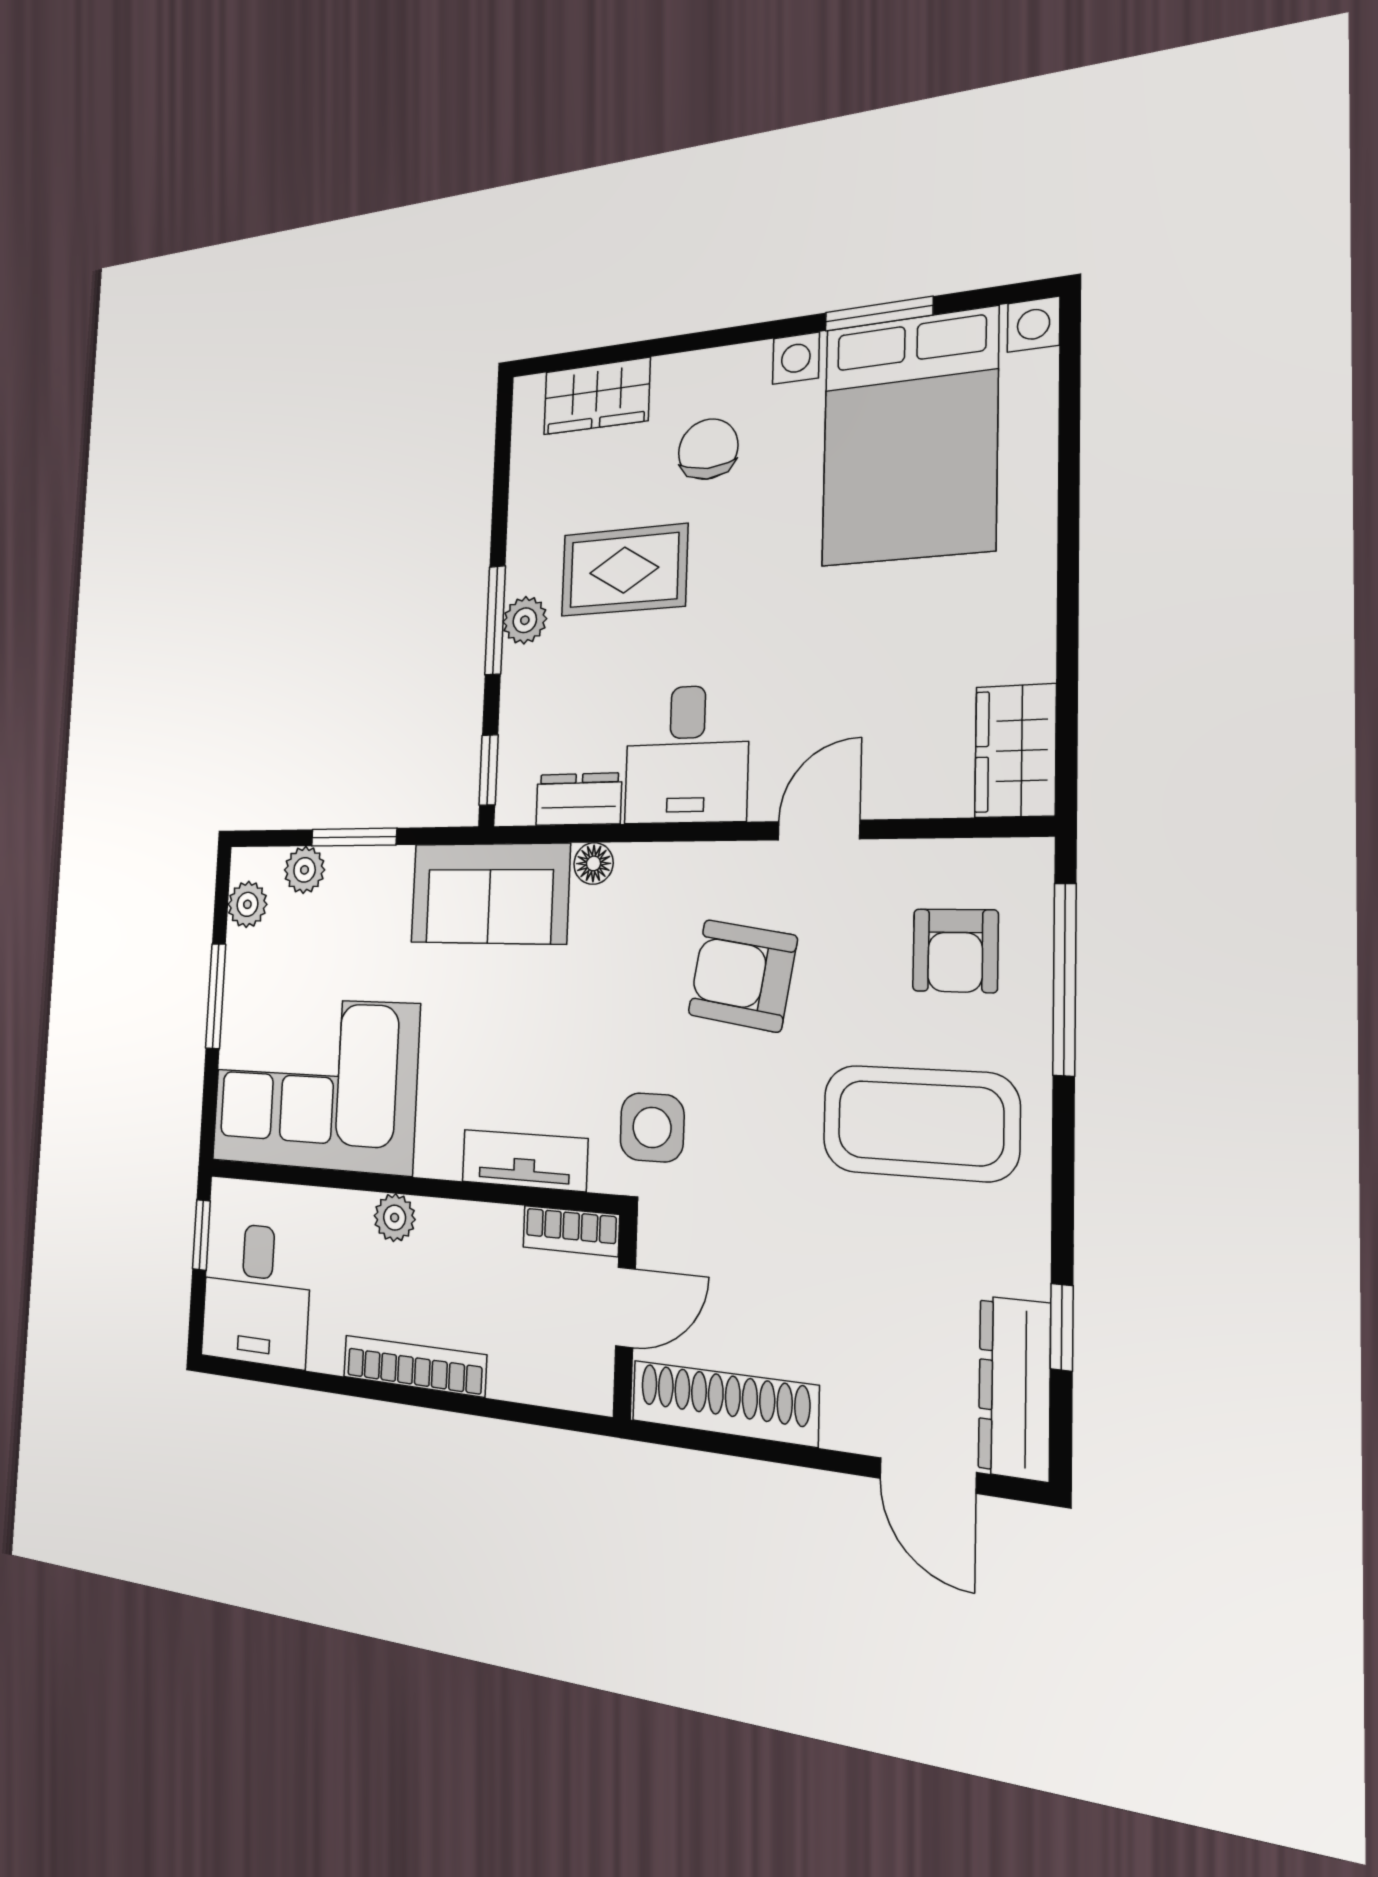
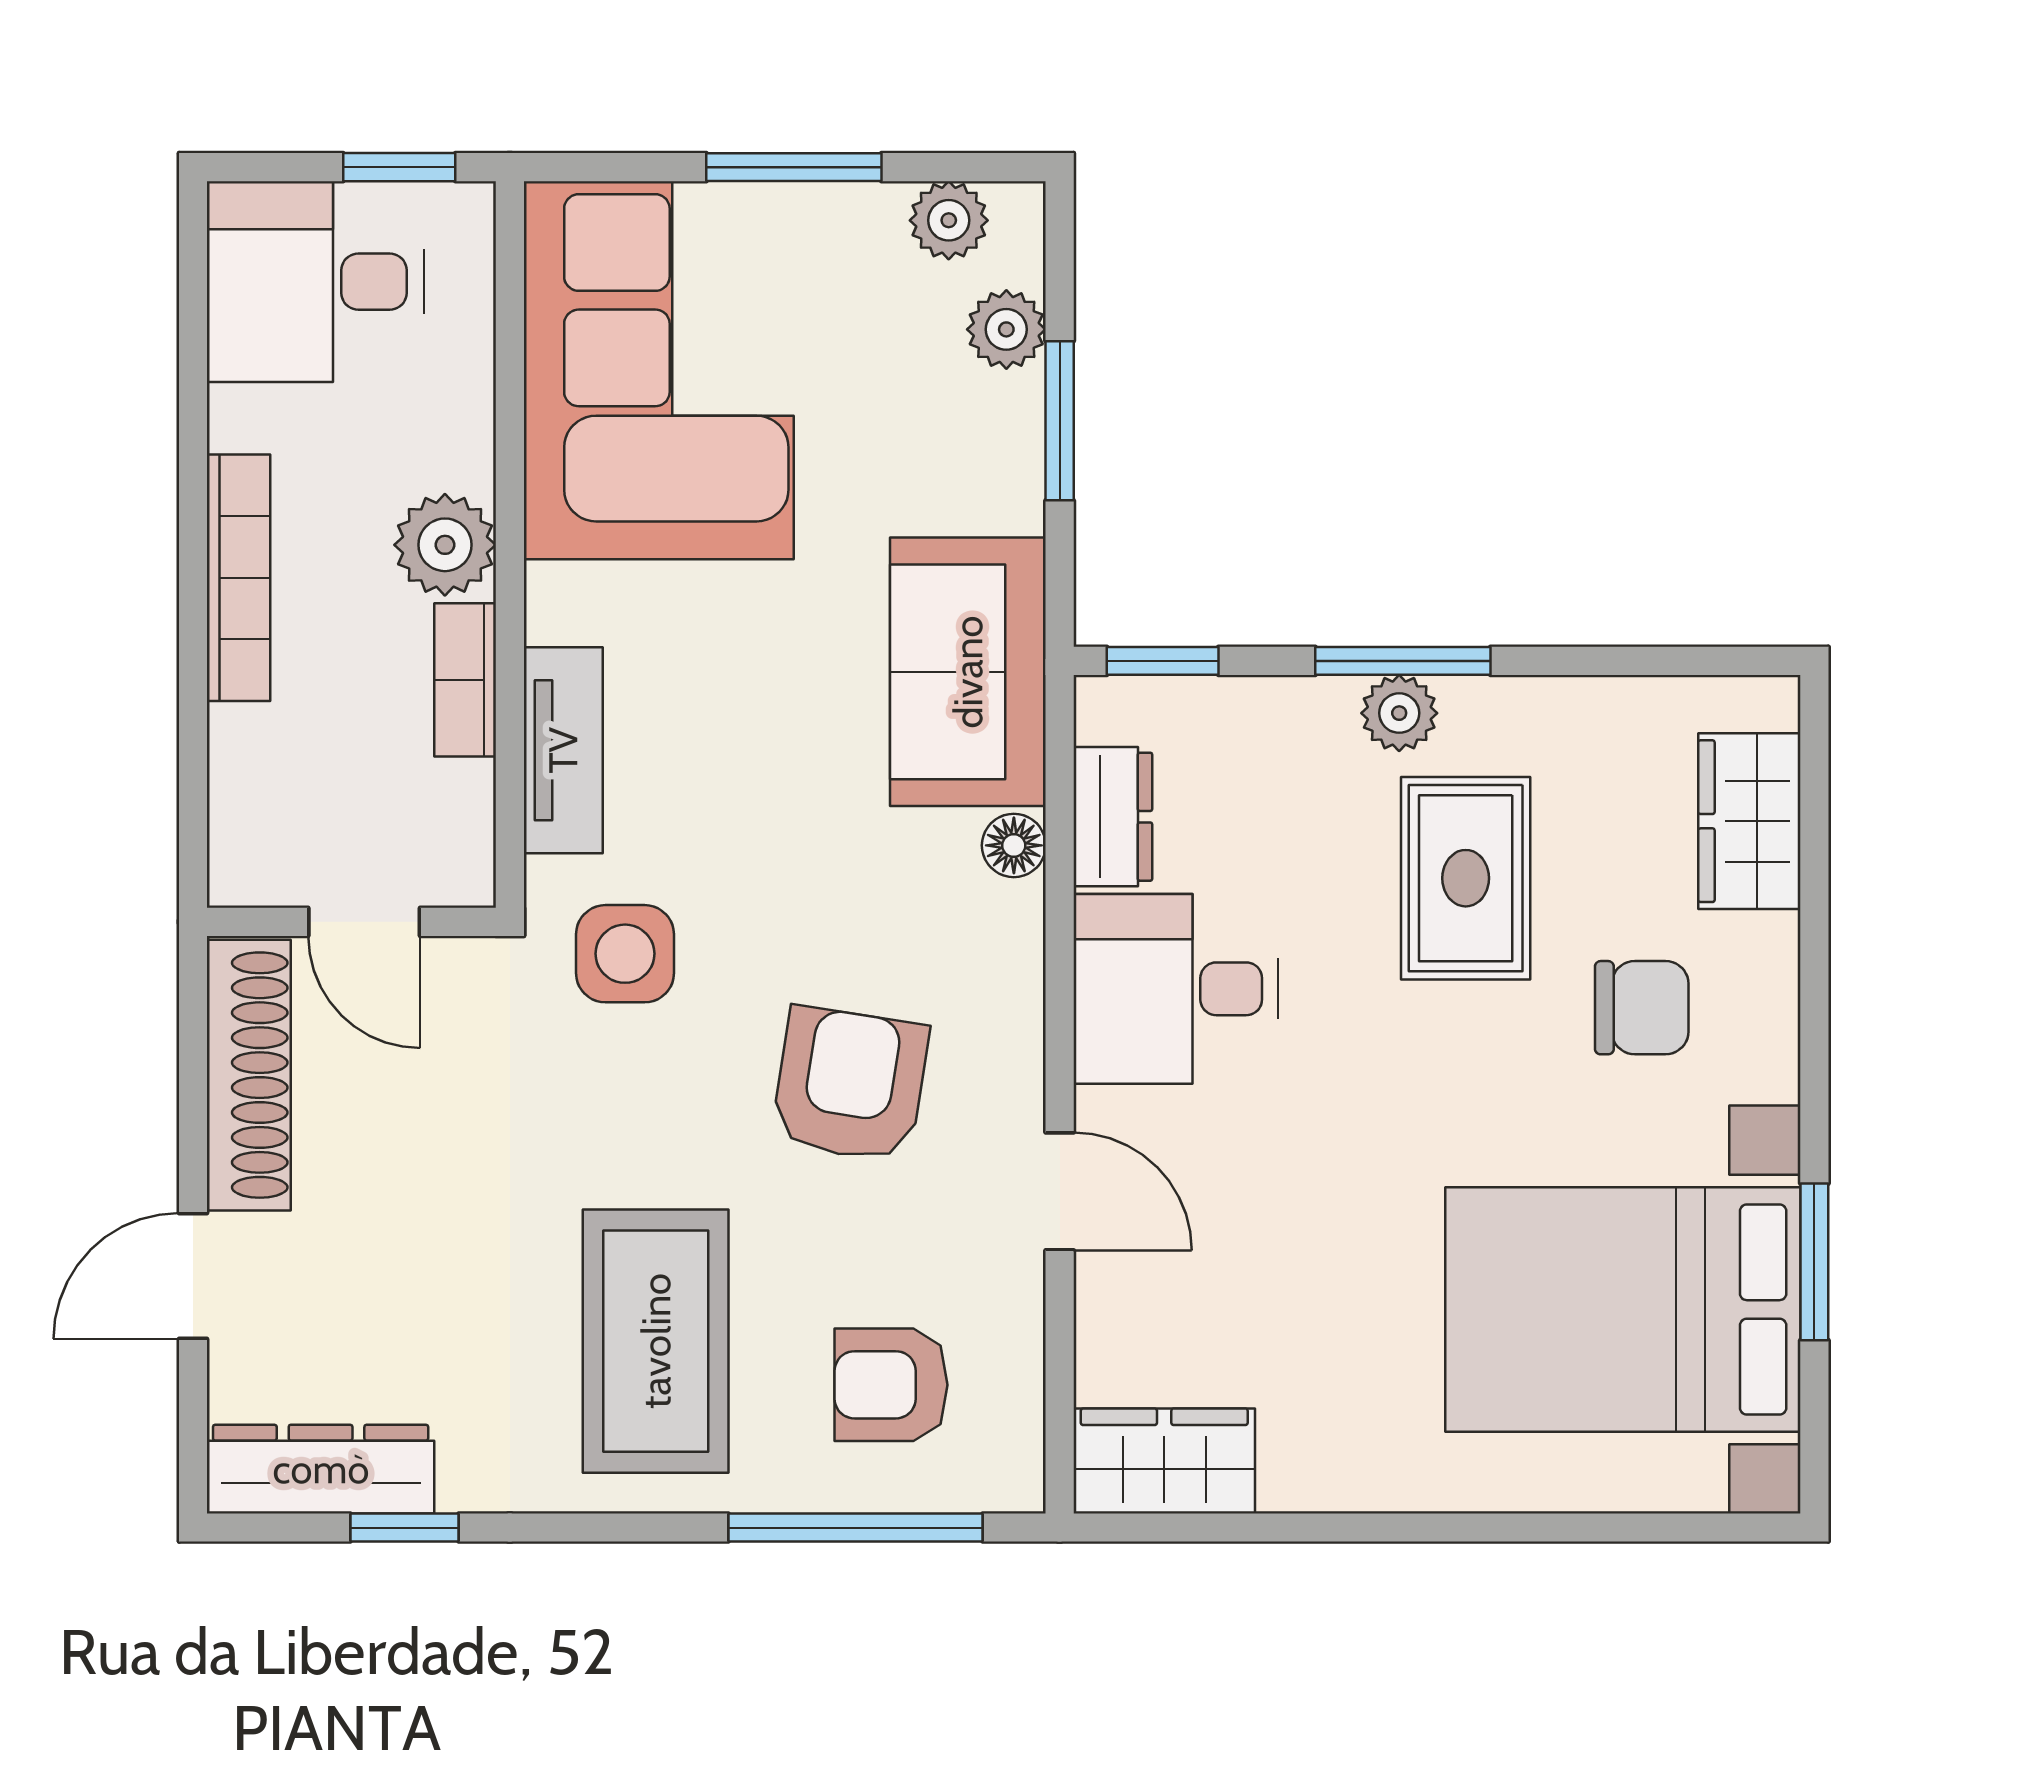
plant: (395, 1218) -> (445, 545), width x1.38, depth x1.38
bookcase: (571, 1231) -> (465, 680), moved
door: (928, 1475) -> (193, 1276), moved

